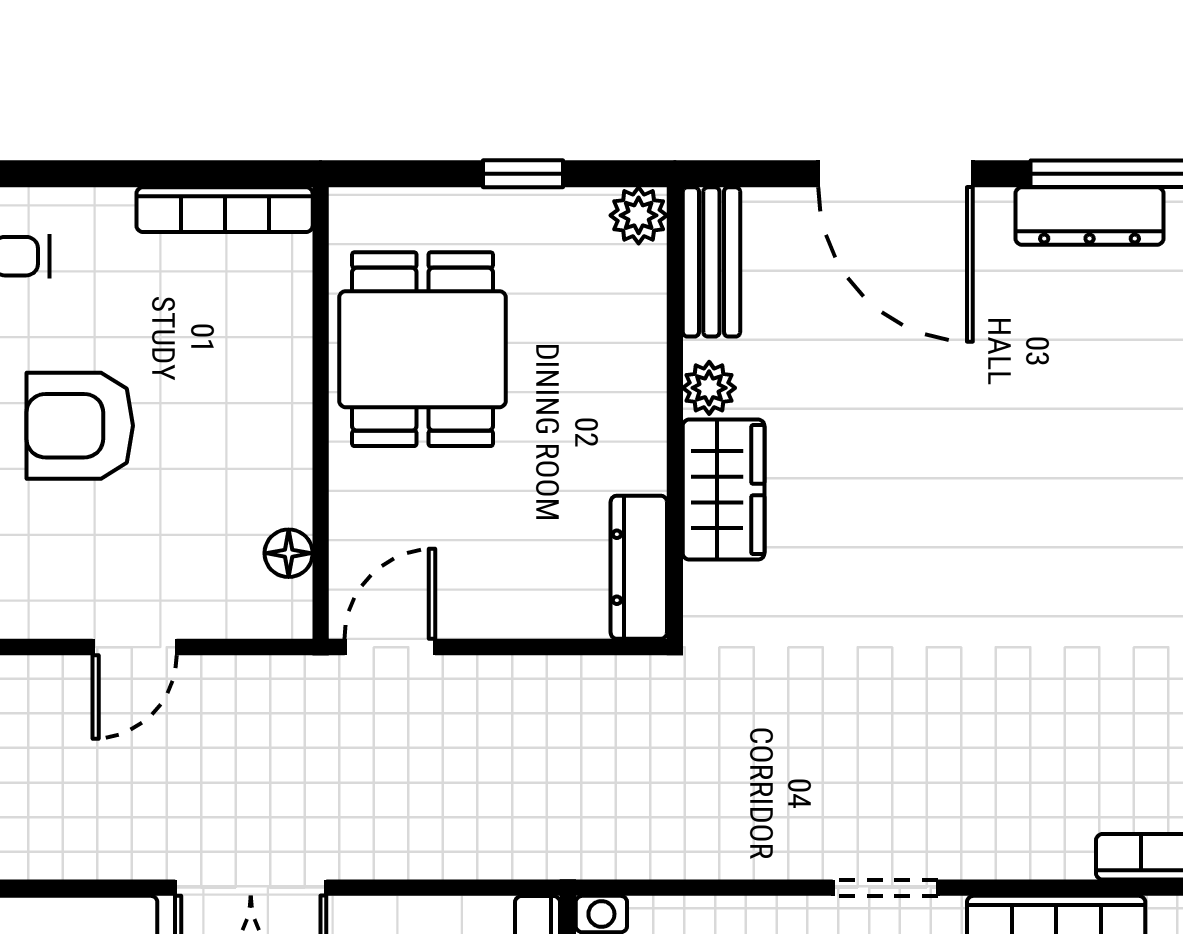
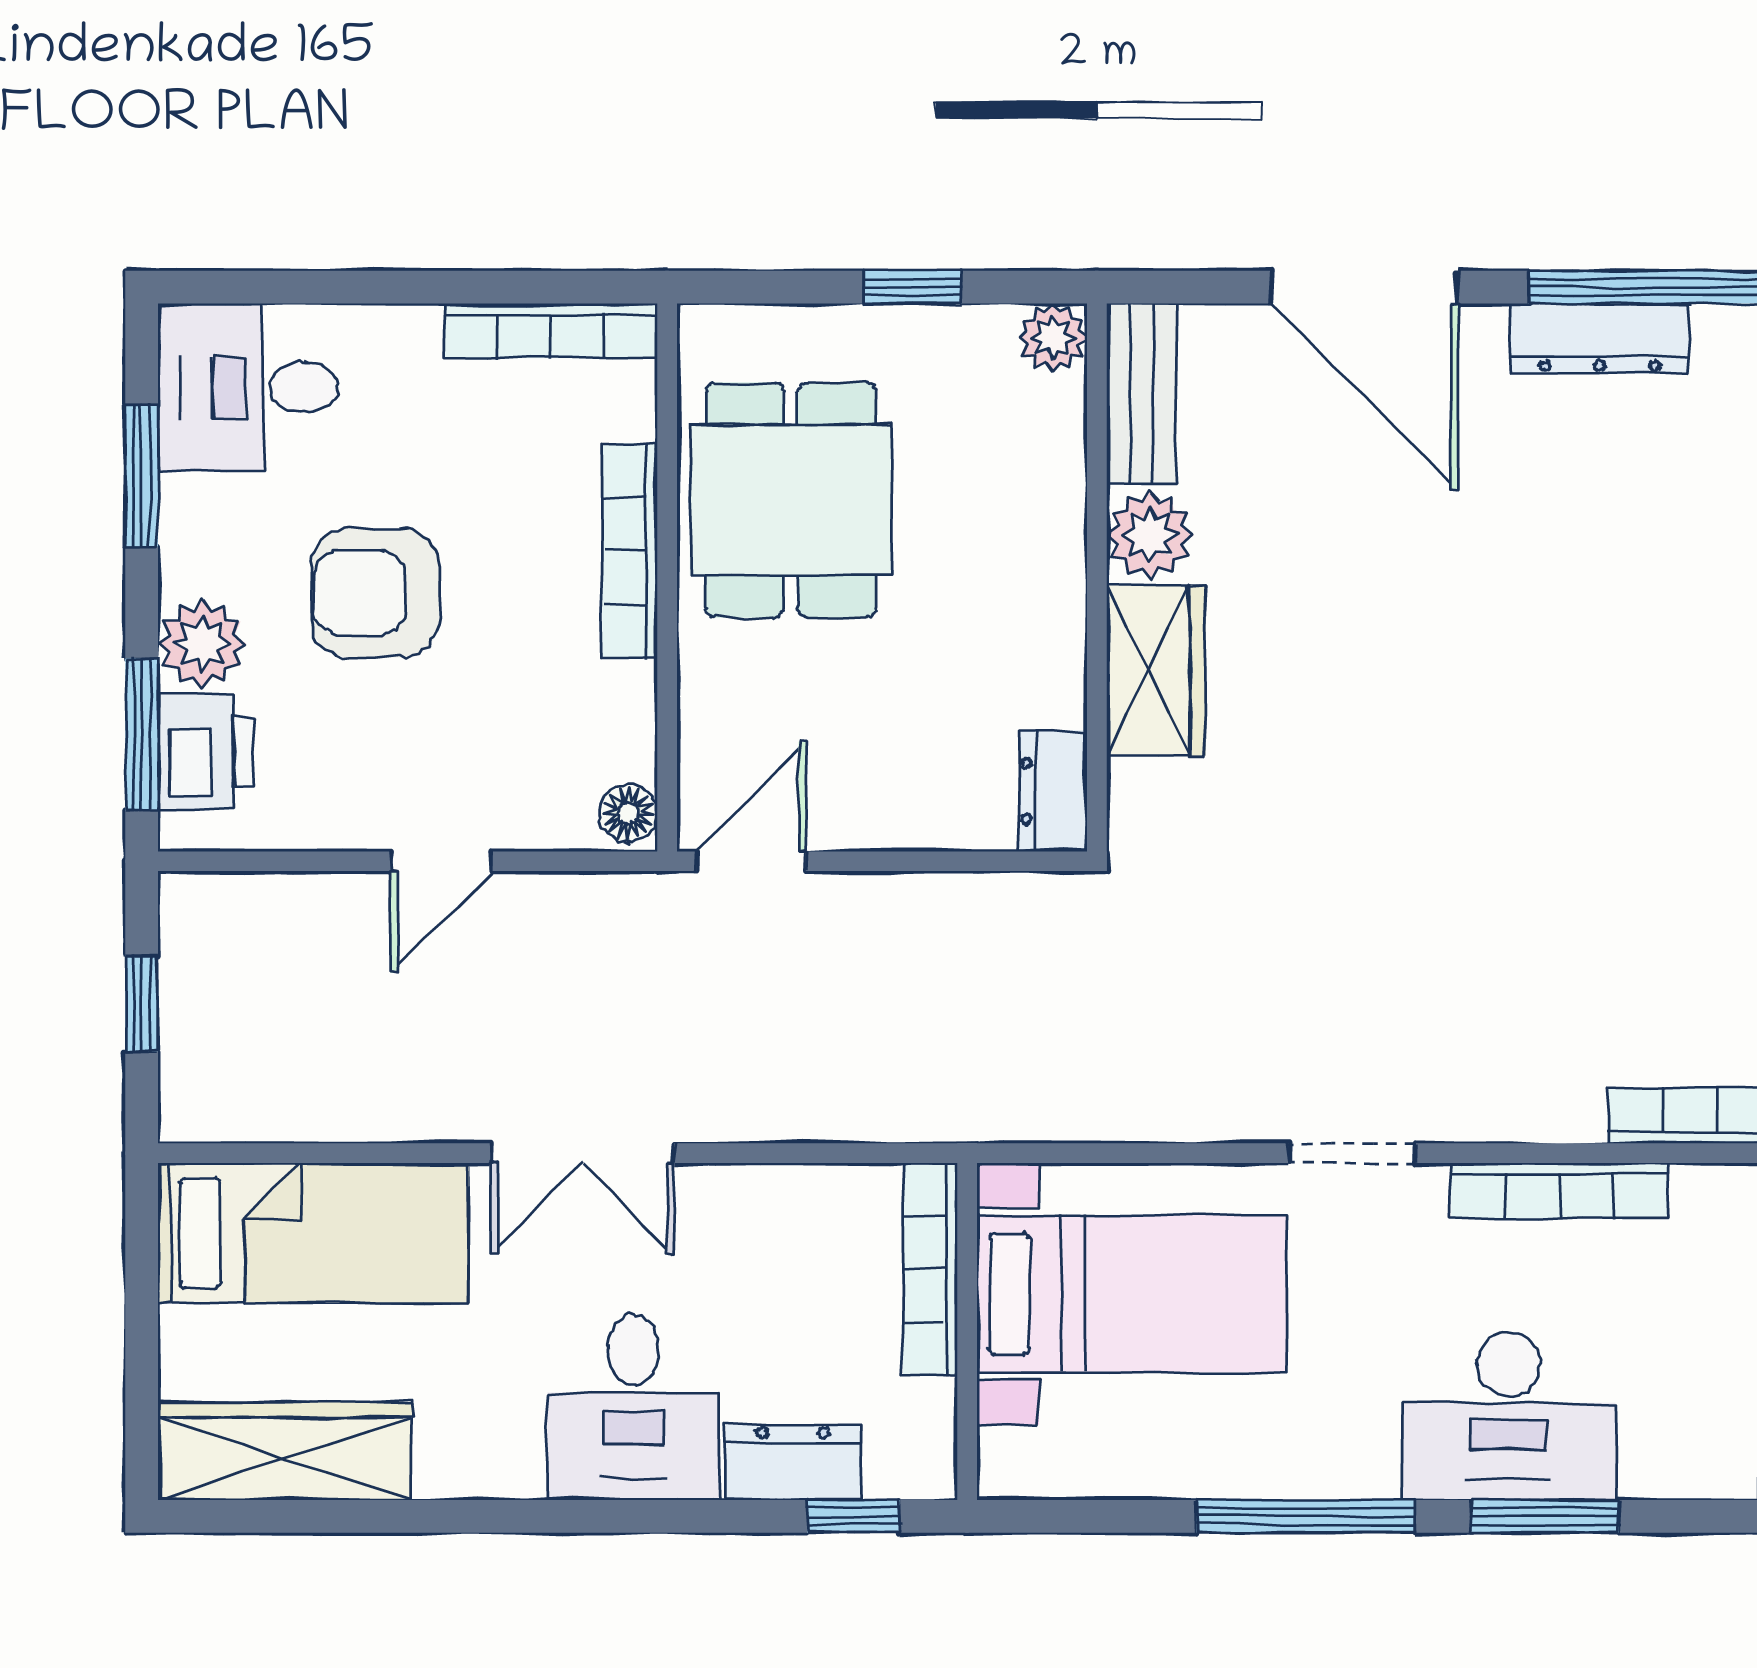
plant: (709, 388) -> (1150, 535), width x1.38, depth x1.38
bookcase: (290, 391) -> (630, 550), added
floor lamp: (289, 553) -> (628, 813), moved
dresser: (639, 567) -> (1053, 791), width x0.70

